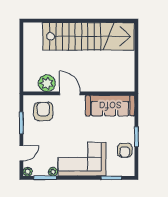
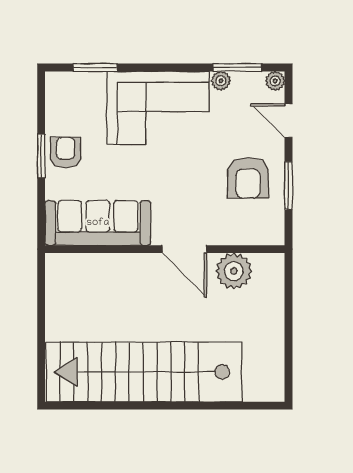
armchair: (43, 111) -> (248, 178), moved
armchair: (125, 150) -> (66, 153), moved
door: (21, 153) -> (289, 121), hinge flipped

